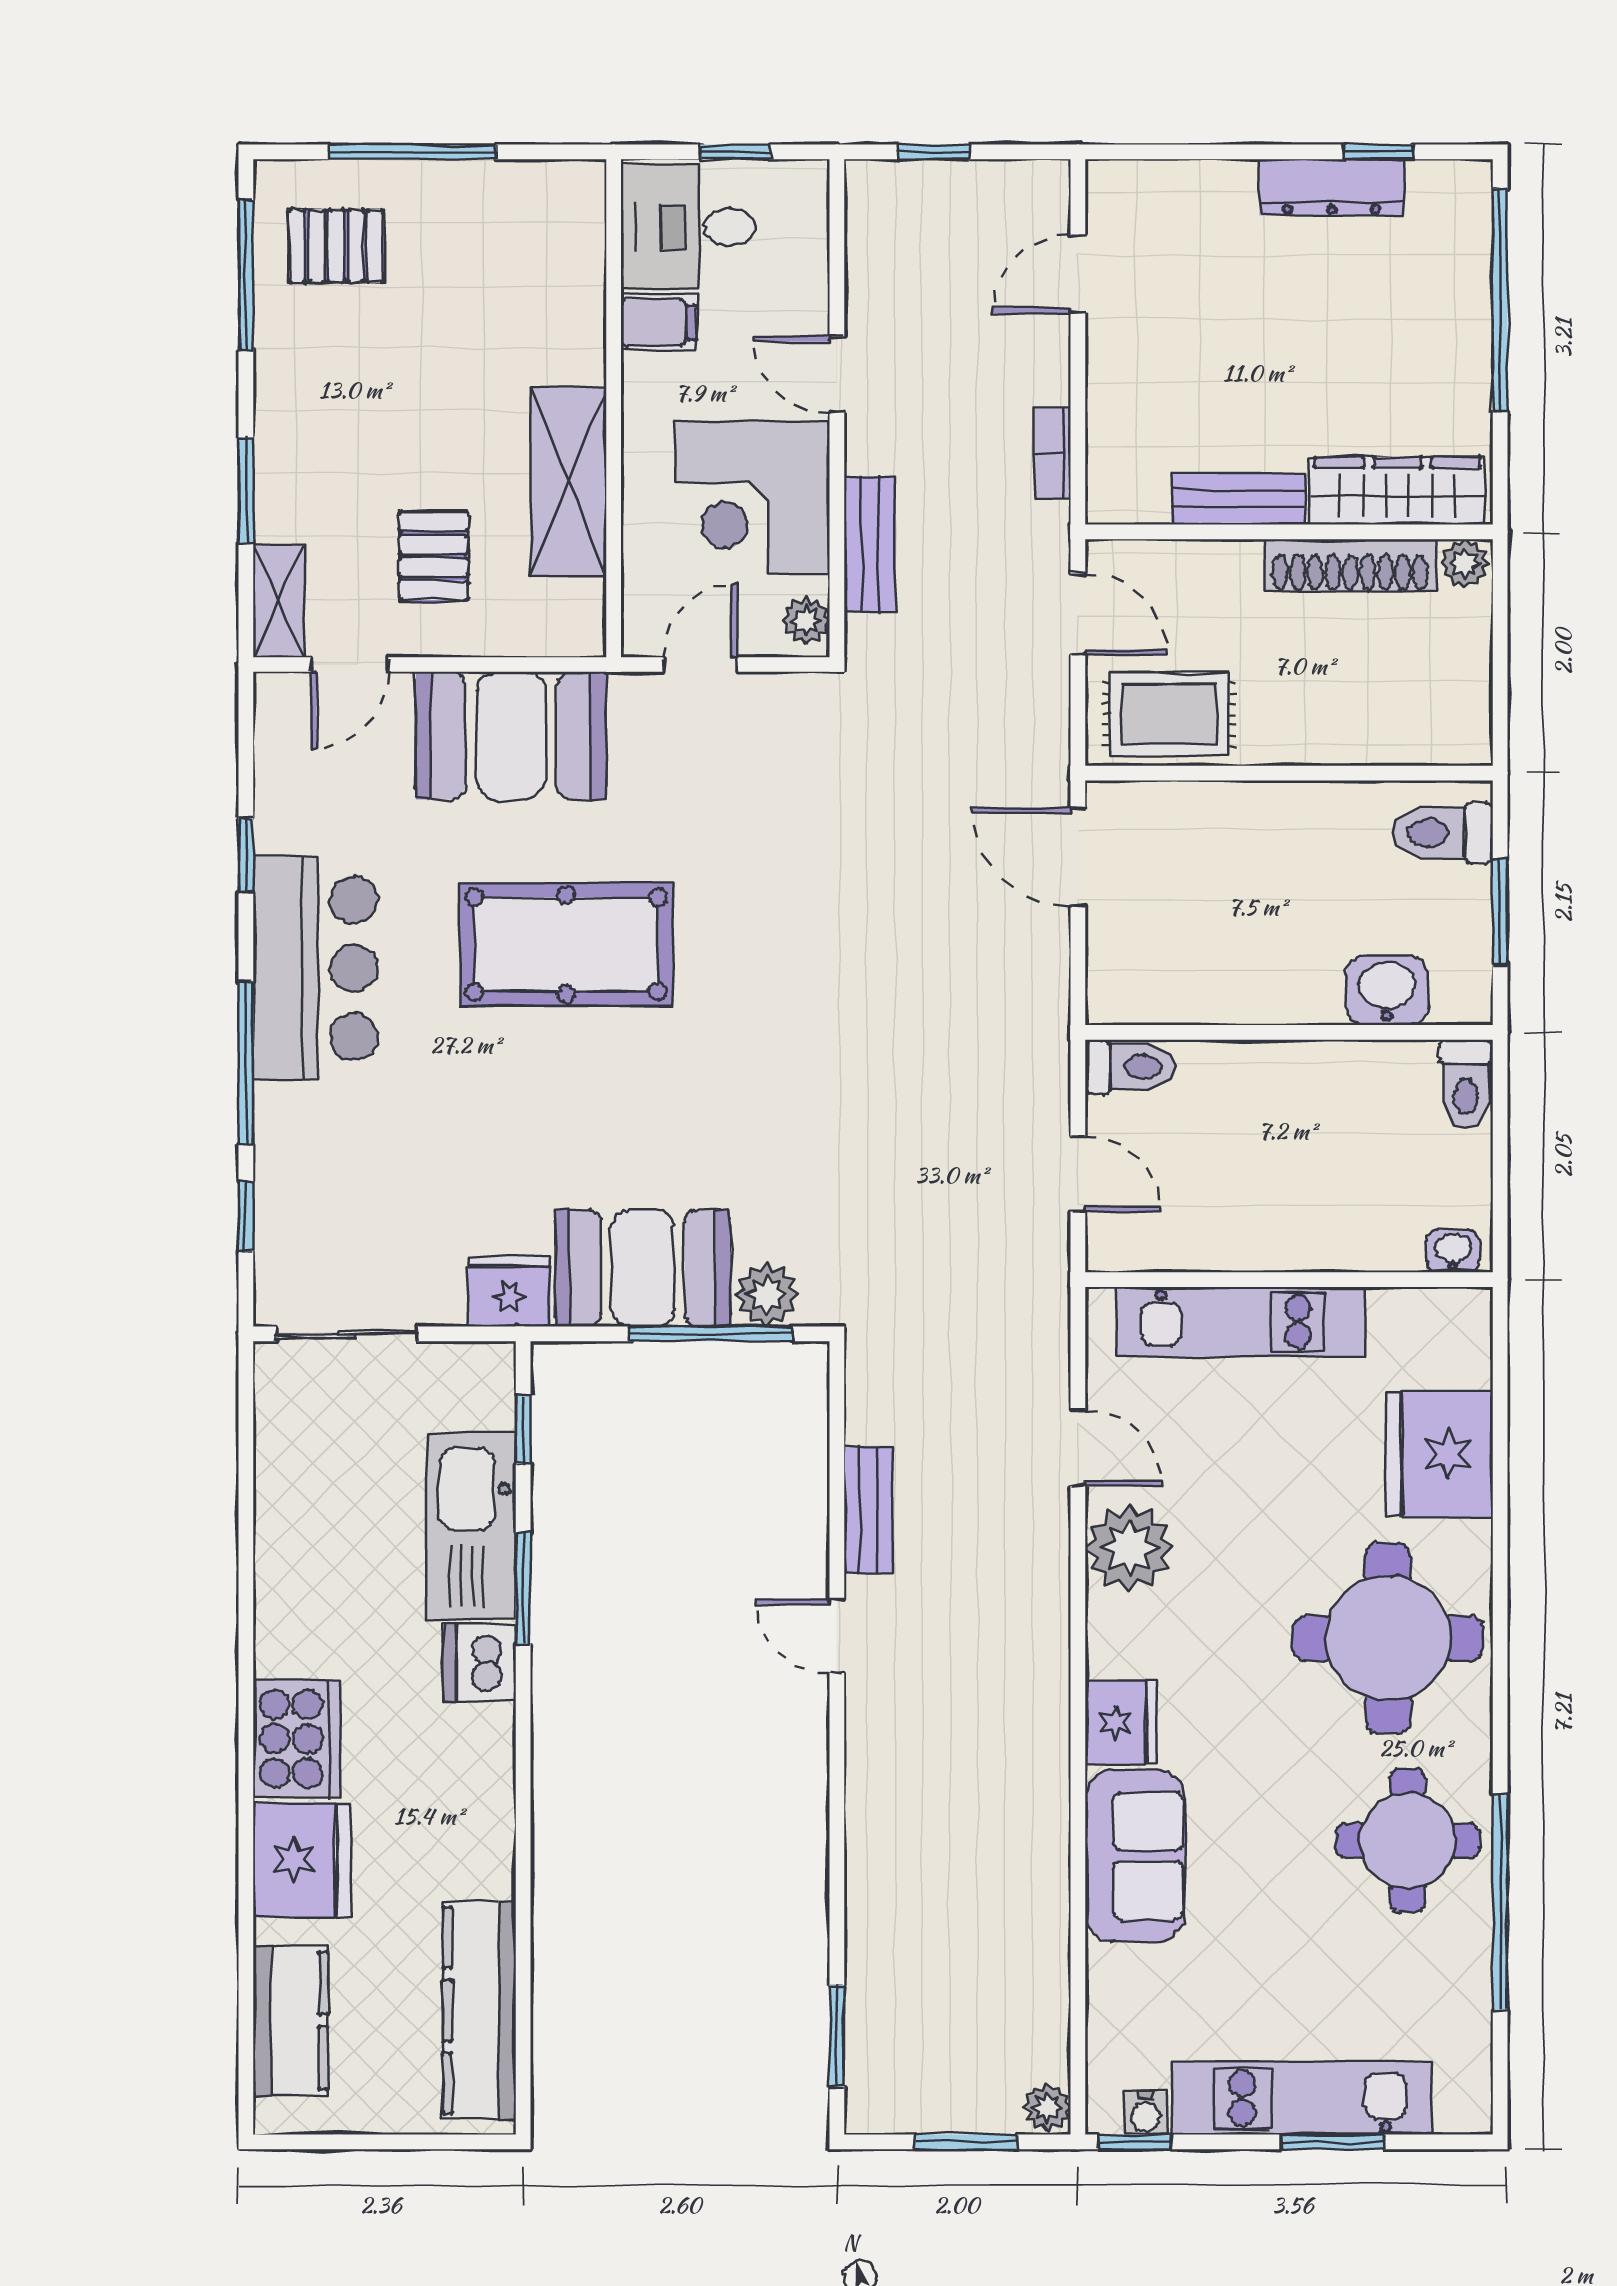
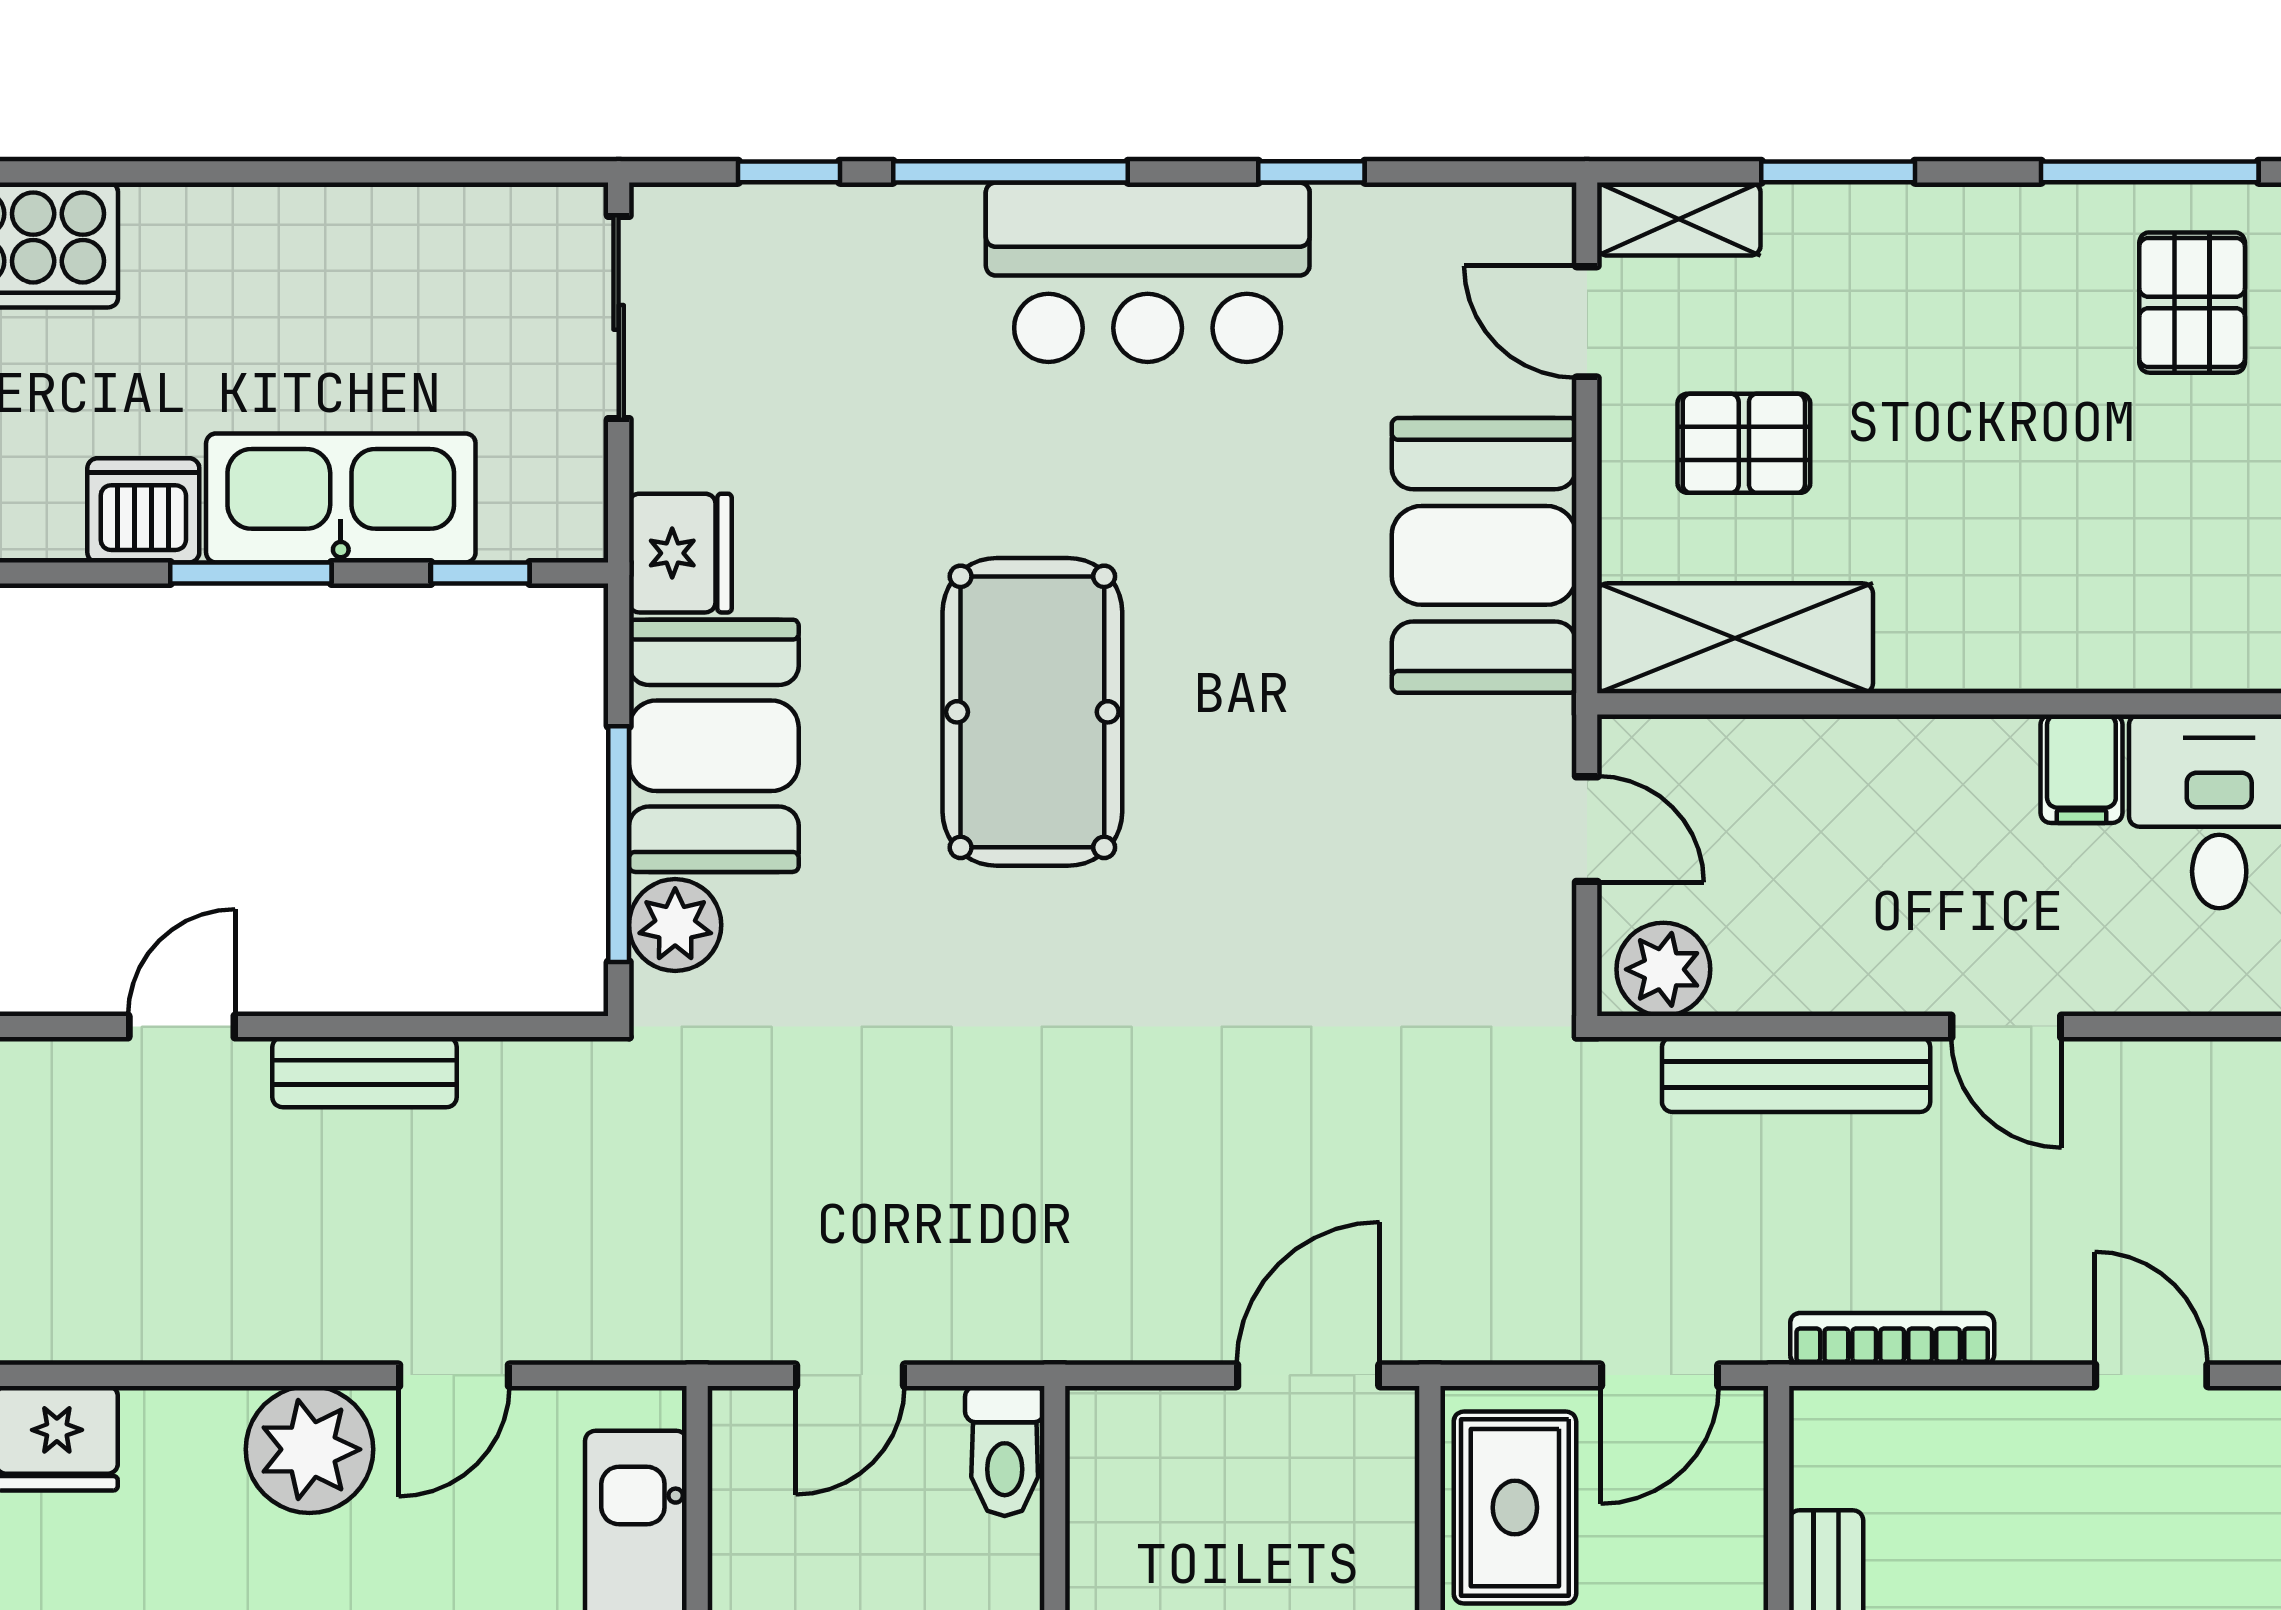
door: (837, 374) -> (2006, 1027), swing flipped
bookcase: (1053, 453) -> (1892, 1339), width x1.56
shelving: (568, 482) -> (1735, 638), moved
corner desk: (753, 497) -> (1828, 905), removed
bench: (870, 544) -> (1796, 1075), width x1.36
plant: (806, 620) -> (1663, 969), width x1.38, depth x1.38
pool table: (566, 944) -> (1032, 712), moved

